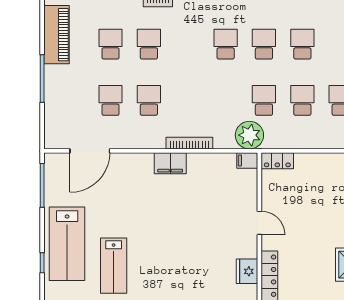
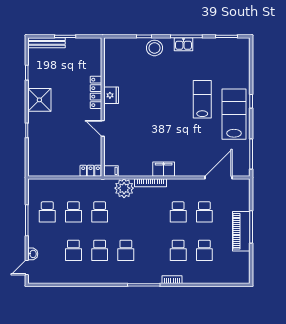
piano: (57, 35) -> (241, 231), moved
plant: (249, 135) -> (124, 188), moved

